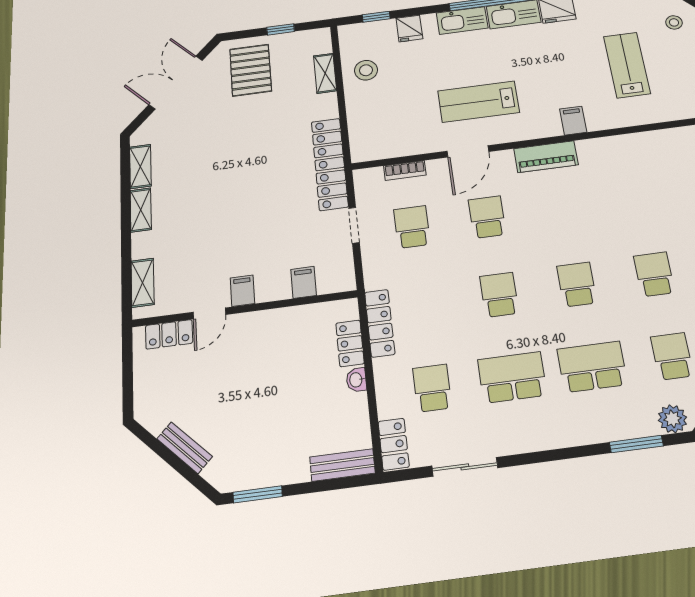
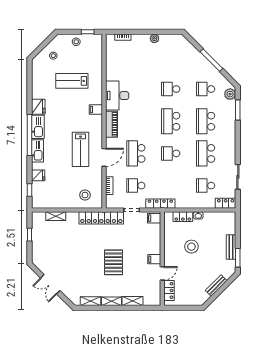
pallet: (251, 70) -> (113, 262), moved, turned 90
stool: (366, 70) -> (85, 195), moved
double door: (176, 82) -> (50, 284), width x0.73
door: (468, 151) -> (104, 157), hinge flipped
desk: (614, 160) -> (117, 96), added
school desk: (487, 217) -> (136, 153), width x1.85
filing cabinet: (304, 282) -> (154, 218), moved
shelving: (143, 283) -> (132, 301), moved
school desk: (577, 284) -> (171, 121), width x1.85
door: (209, 313) -> (162, 273), hinge flipped
locker: (380, 323) -> (160, 204), moved
stool: (278, 374) -> (191, 247), added
bench: (342, 465) -> (231, 247), moved

